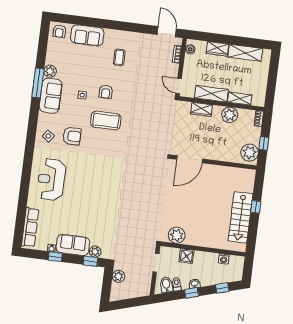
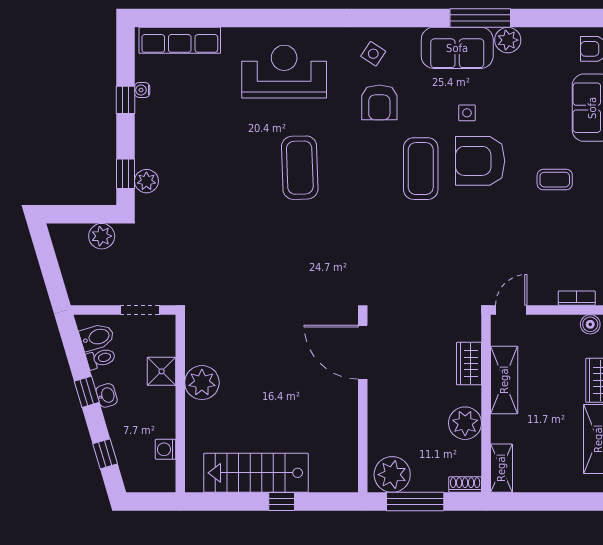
armchair: (106, 92) -> (480, 161), width x1.88, depth x1.88
shelving: (240, 99) -> (501, 468), moved
window: (264, 143) -> (415, 502), width x2.17
coffee table: (98, 178) -> (300, 168), added
plant: (177, 235) -> (202, 383), moved
sofa: (73, 245) -> (154, 133), removed

